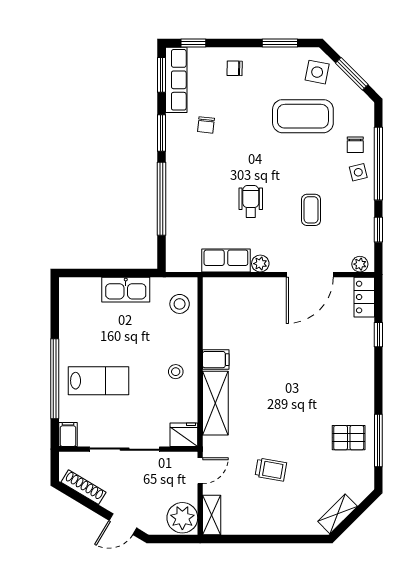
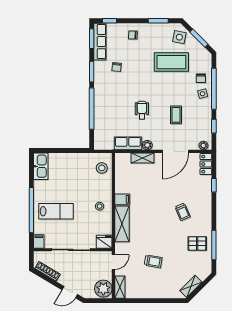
shelving: (252, 286) -> (142, 158), added
kitchen sink: (126, 290) -> (41, 166), moved, turned -90
trolley: (323, 382) -> (183, 212), added

